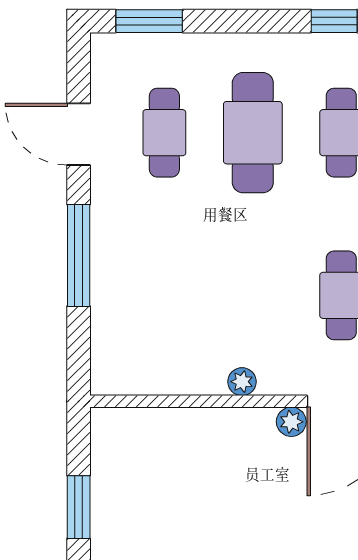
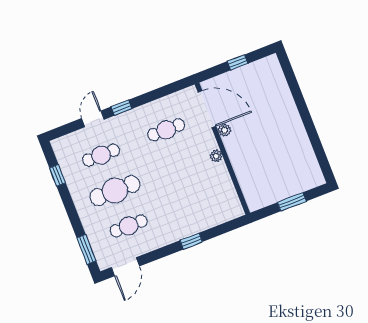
door: (79, 134) -> (125, 267), moved
window: (79, 255) -> (191, 241), width x0.46

